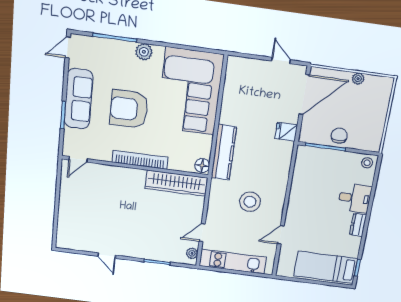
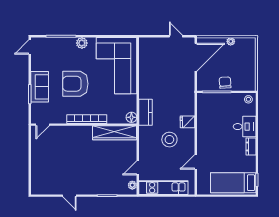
sofa: (78, 99) -> (40, 87), width x0.73
fridge: (286, 132) -> (187, 122), moved
kitchen counter: (224, 152) -> (146, 112), width x0.67

